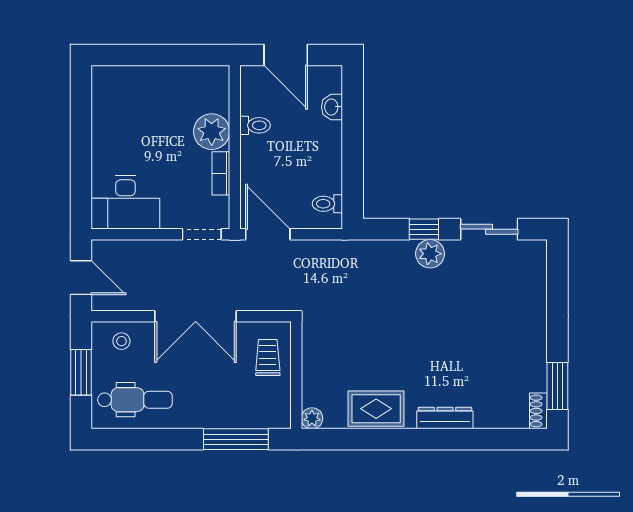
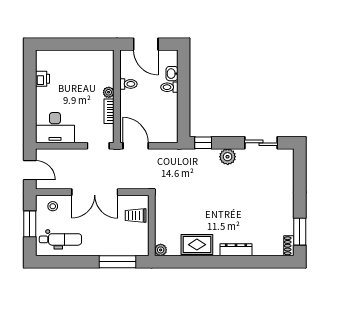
printer: (103, 116) -> (42, 79), added
plant: (212, 132) -> (109, 92), width x0.53, depth x0.53
toilet: (327, 204) -> (169, 87), moved
window: (424, 229) -> (203, 143), moved
trolley: (268, 357) -> (136, 215), turned -90

